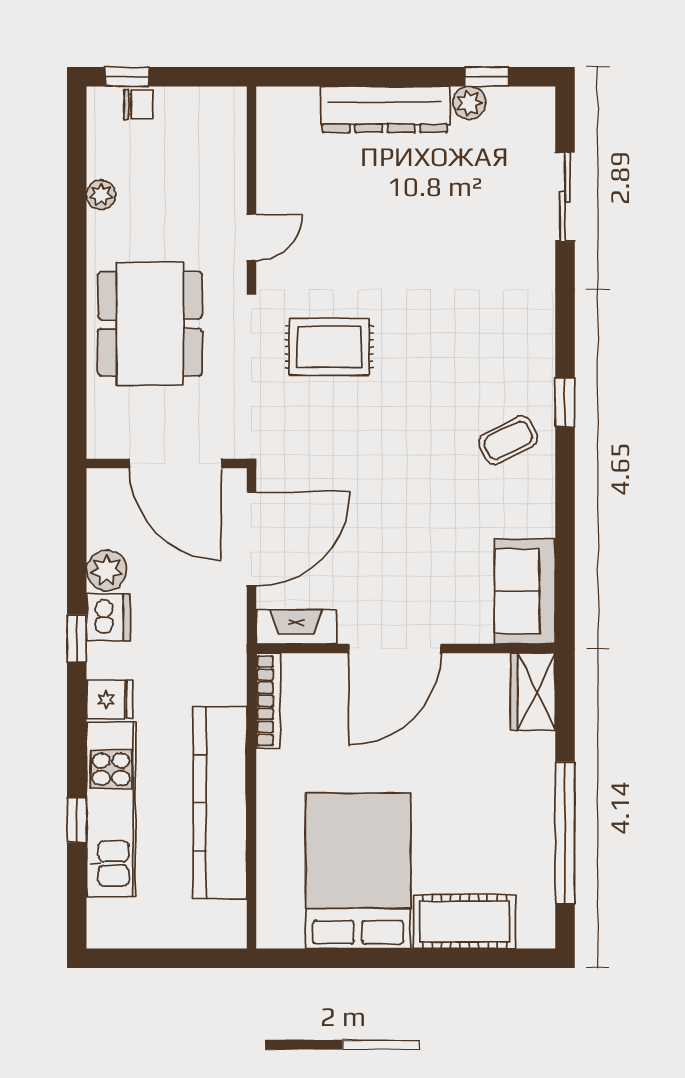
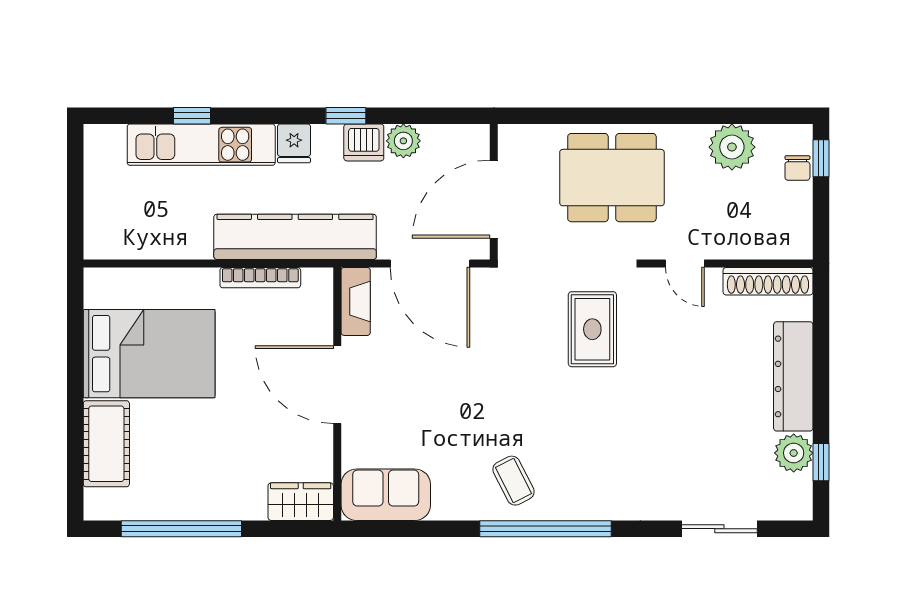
plant: (469, 103) -> (794, 453), width x1.38, depth x1.38
shoe rack: (272, 139) -> (768, 281), added
plant: (101, 195) -> (732, 147), width x1.88, depth x1.88
window: (565, 402) -> (546, 529), width x3.17
bookcase: (268, 701) -> (260, 278), moved
kitchen counter: (220, 803) -> (295, 237), moved

